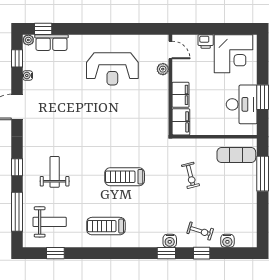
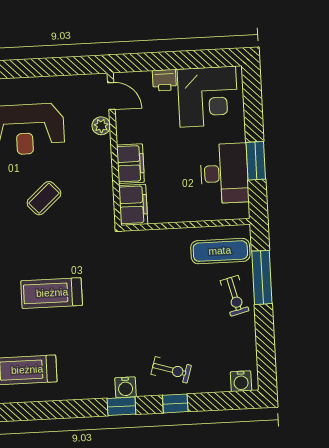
coffee table: (123, 114) -> (44, 198), added
exercise bike: (191, 175) -> (235, 296), moved
water cooler: (227, 241) -> (241, 381), moved

